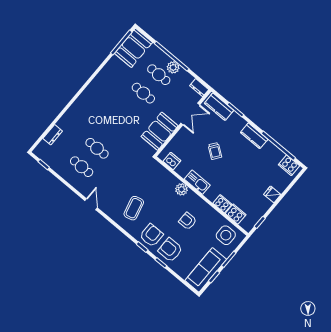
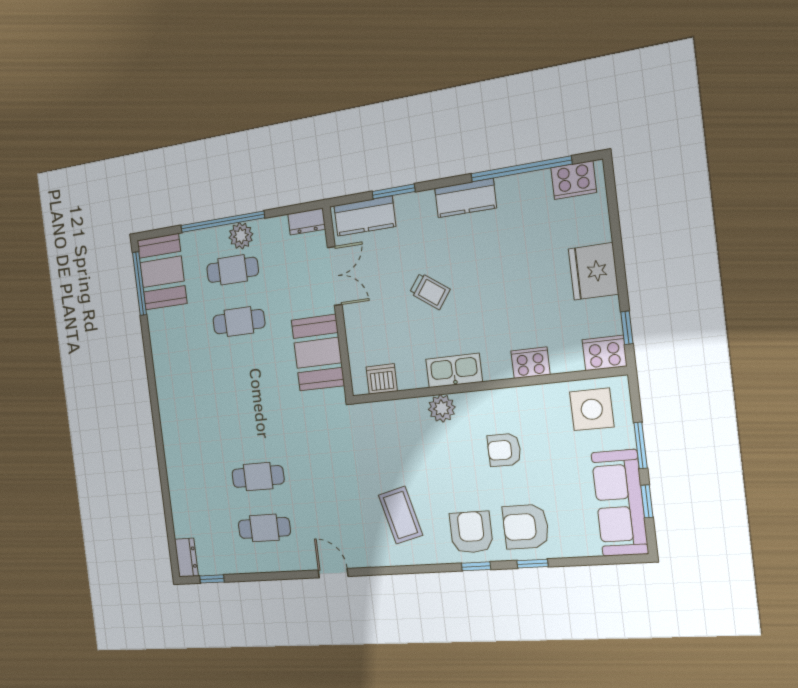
dresser: (53, 135) -> (186, 558), moved
fridge: (272, 194) -> (593, 271), width x1.88, depth x1.34
cooker: (236, 214) -> (605, 353), moved

